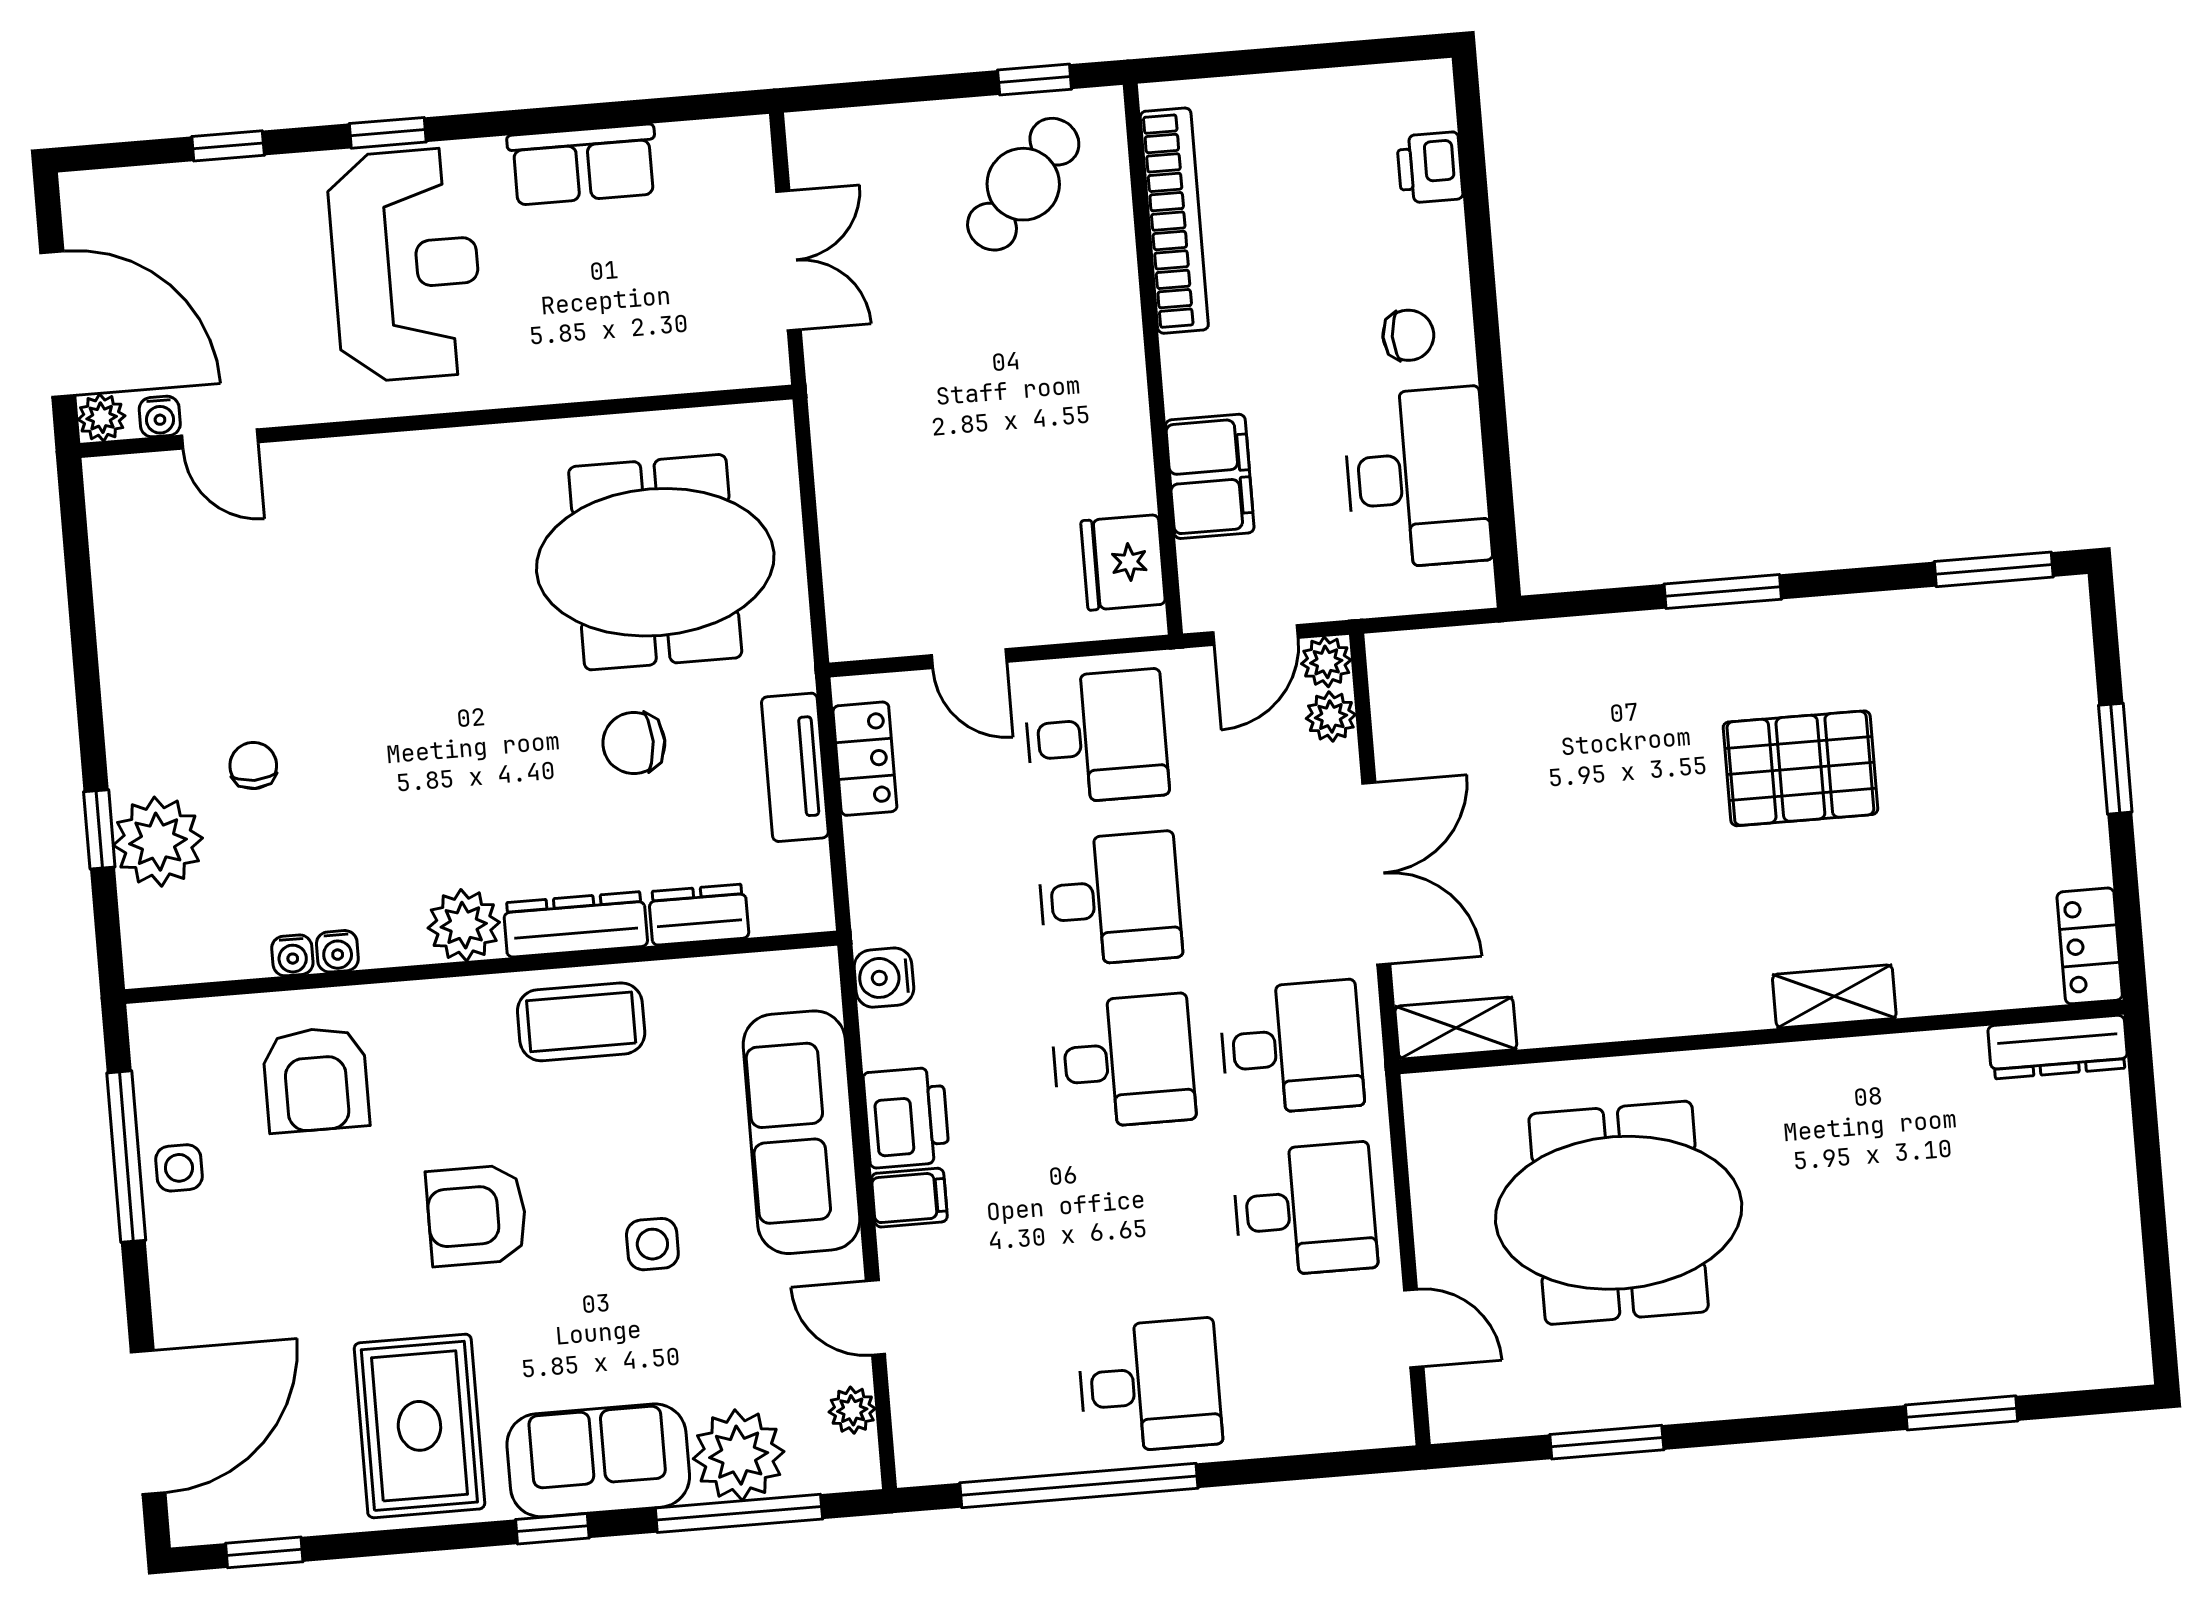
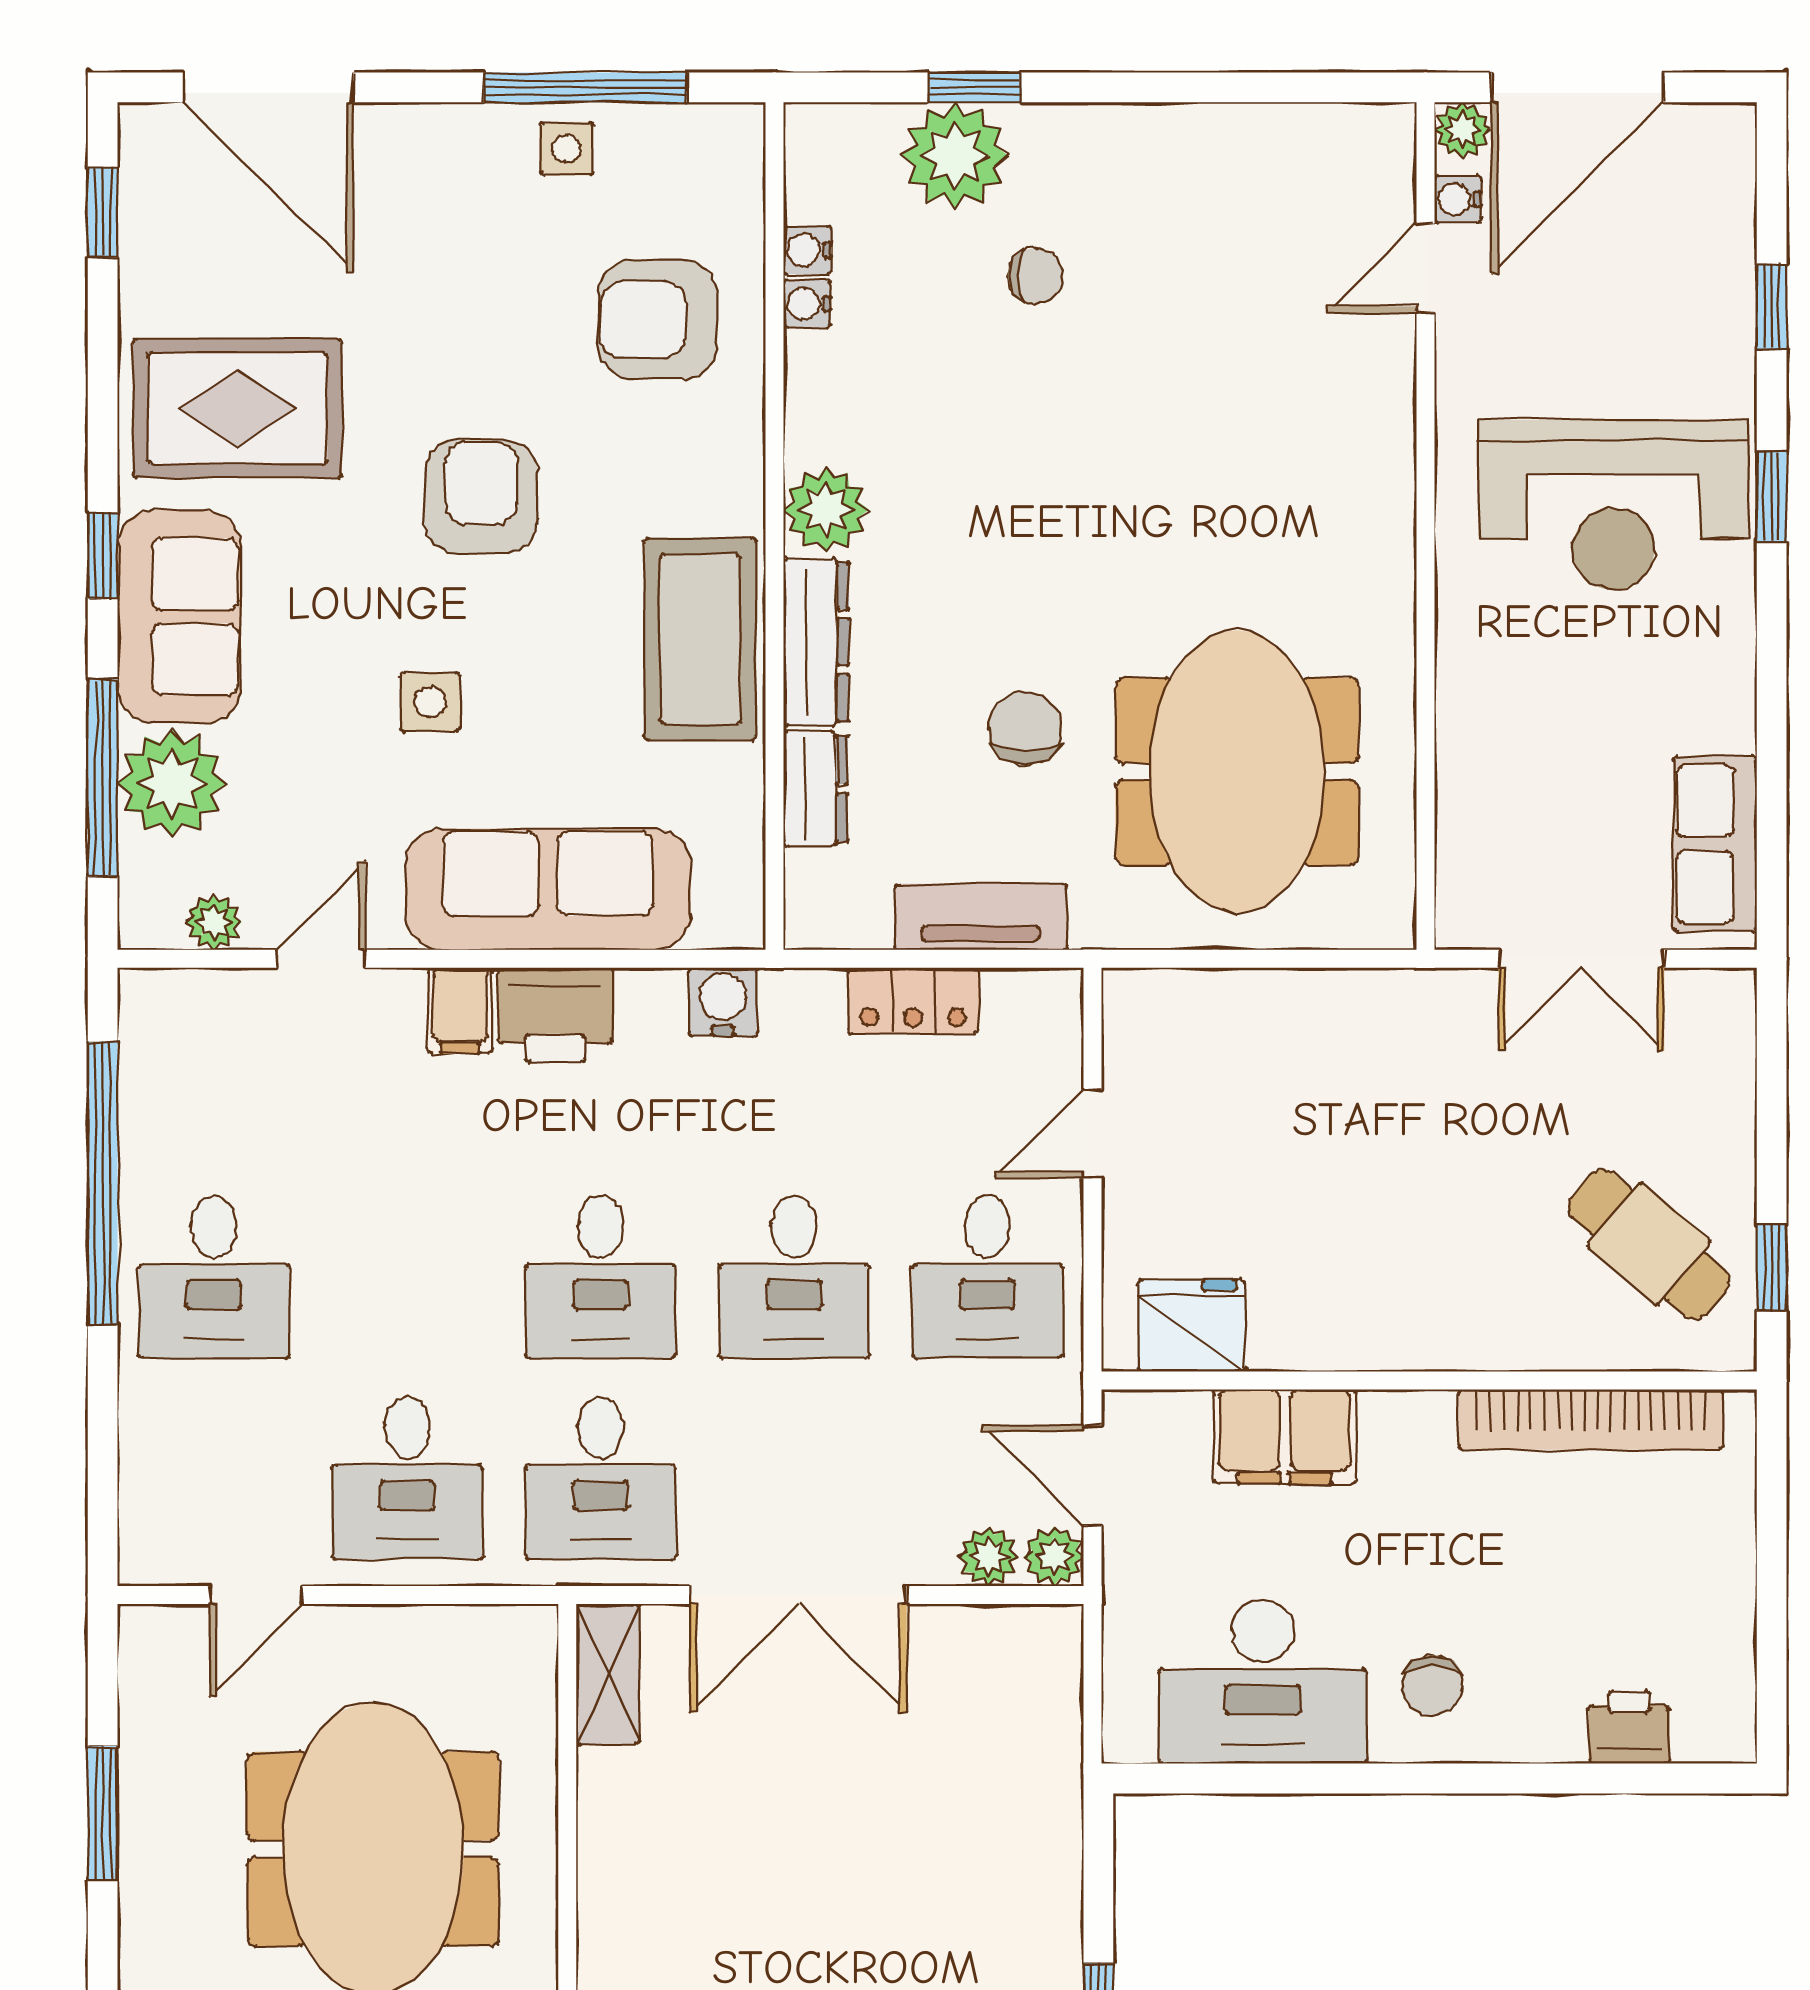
row of seats: (583, 165) -> (1715, 844), moved
locker: (865, 759) -> (913, 1001), moved
water cooler: (337, 951) -> (807, 250), moved
coffee table: (581, 1022) -> (700, 639), width x1.36, depth x1.32

